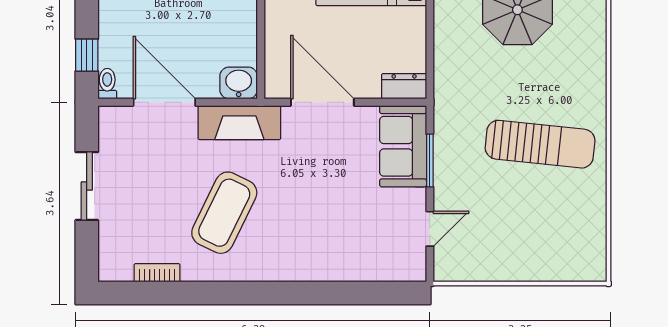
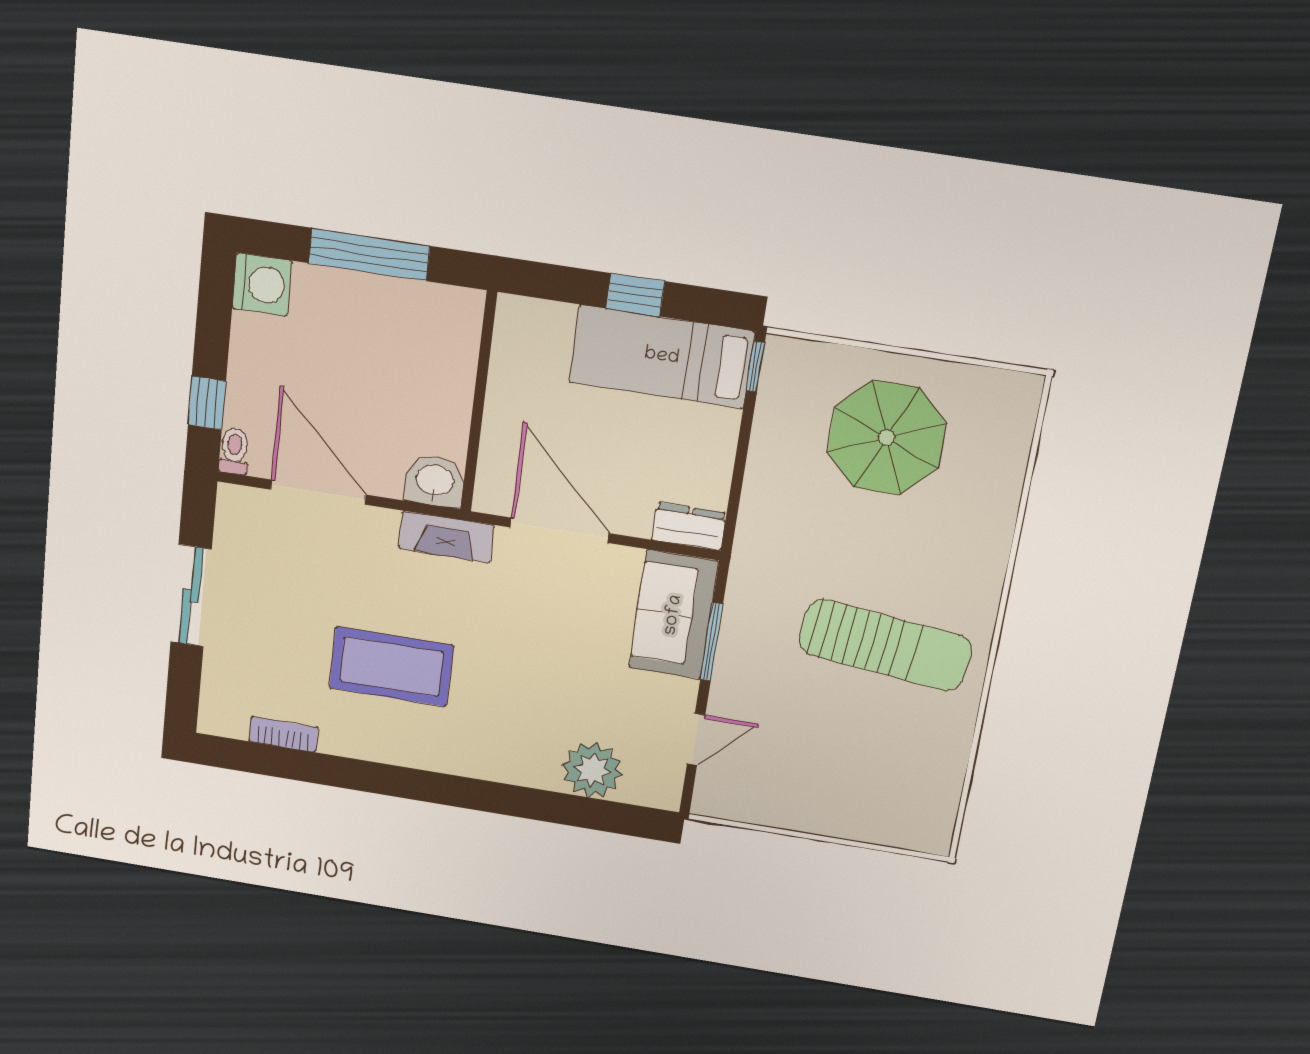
fireplace: (239, 123) -> (446, 537), width x0.73, depth x0.76
coffee table: (224, 213) -> (391, 667), turned 64
plant: (365, 262) -> (592, 770), added

